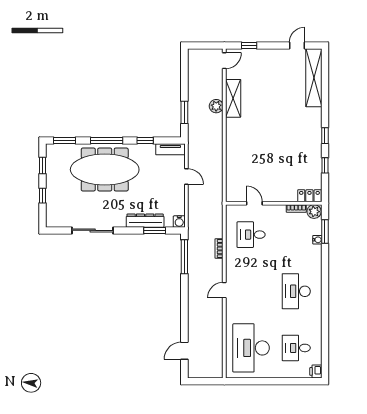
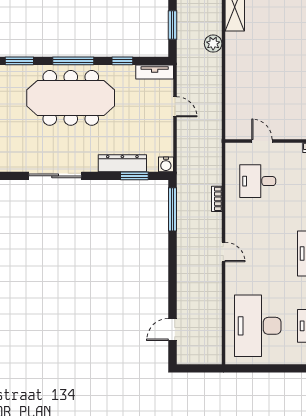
plant: (216, 106) -> (213, 44), moved
door: (224, 290) -> (223, 252), swing flipped

